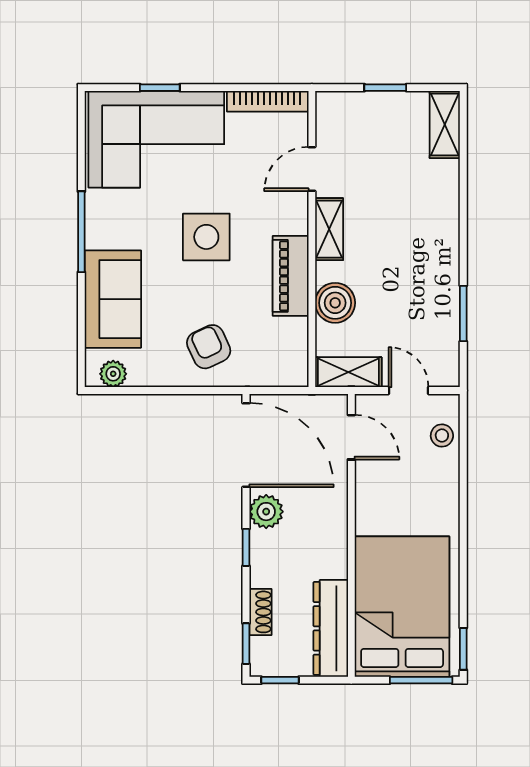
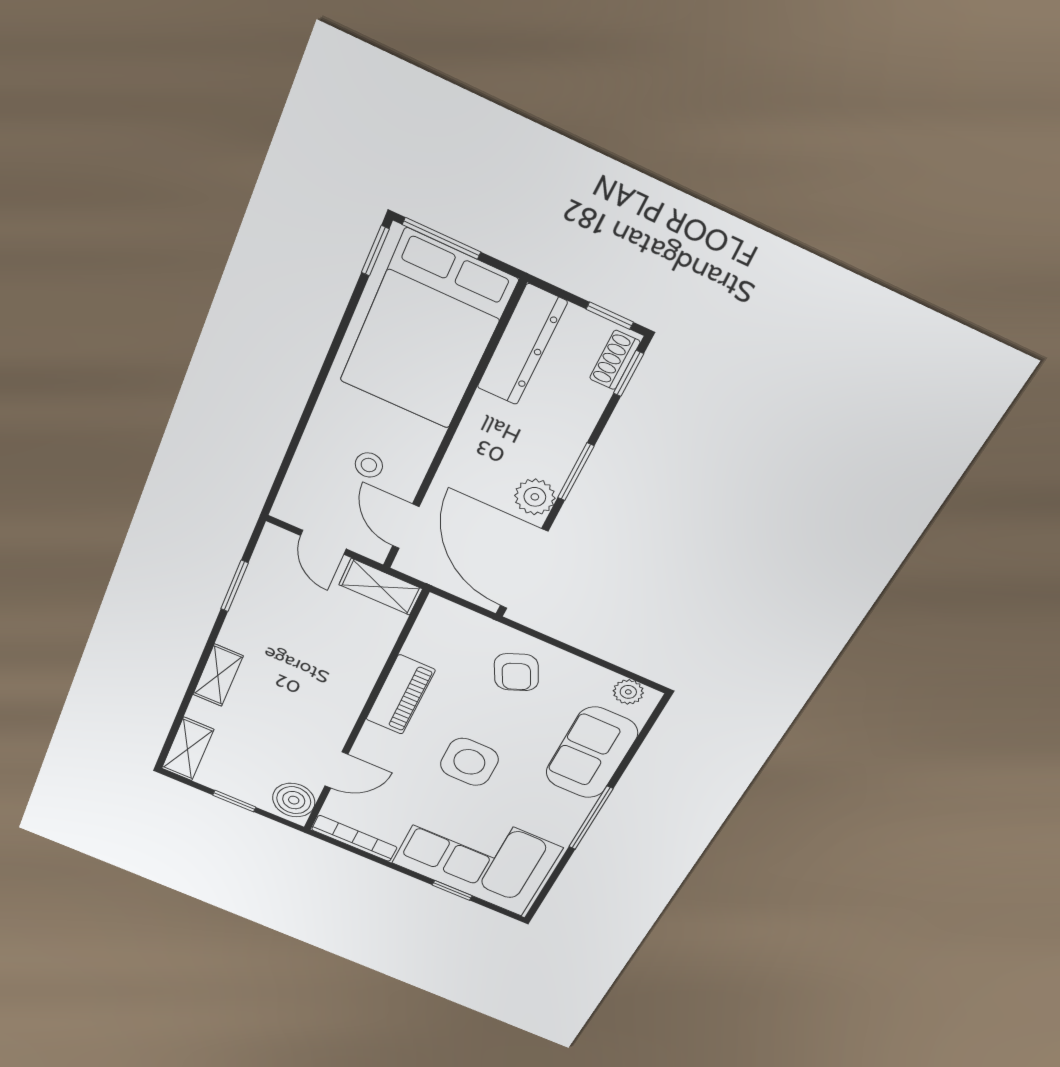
shelving: (329, 229) -> (218, 675), moved
boiler: (335, 303) -> (294, 800), moved
stool: (442, 436) -> (369, 465), moved
window: (246, 547) -> (576, 472), width x1.50
shoe rack: (260, 612) -> (615, 360), moved

